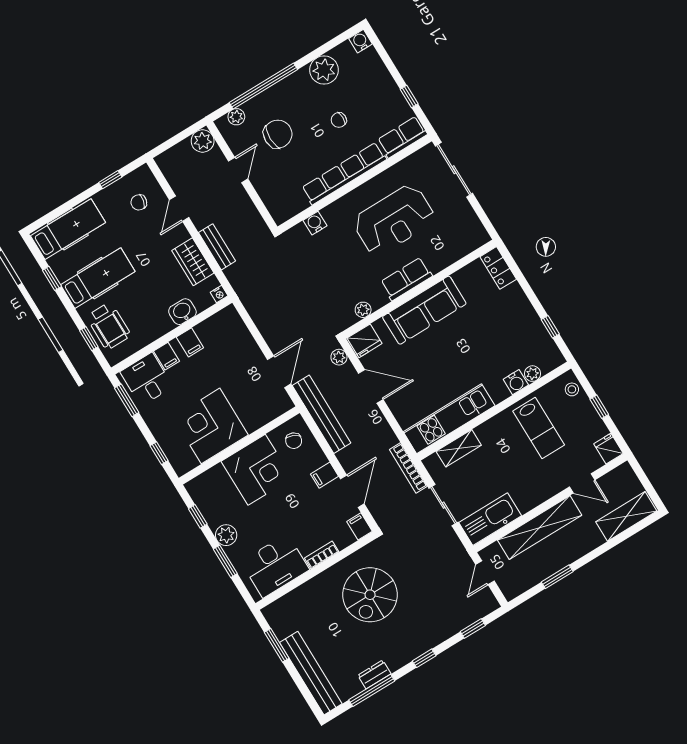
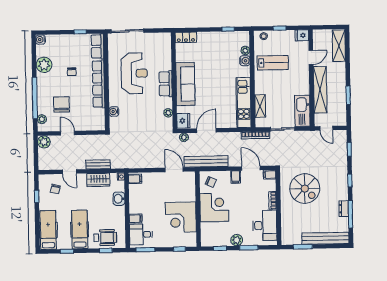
filing cabinet: (190, 342) -> (135, 179), moved

